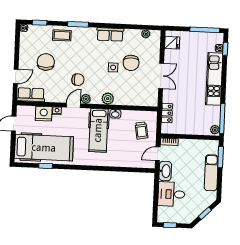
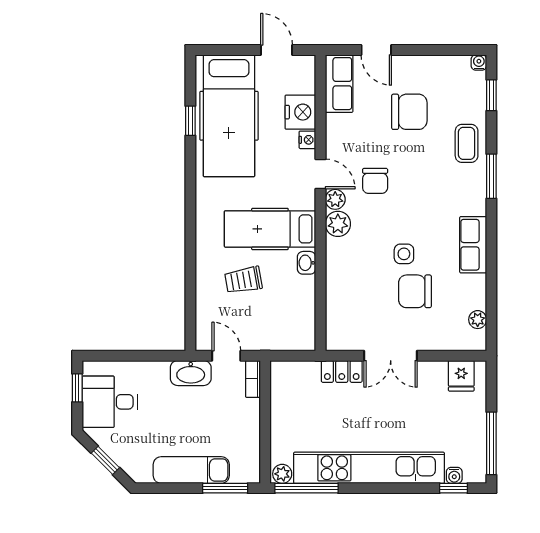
kitchen unit: (214, 79) -> (369, 468), width x1.36
plant: (108, 99) -> (338, 224), moved
locker: (167, 113) -> (342, 371), moved
trolley: (141, 131) -> (243, 280), moved
desk: (171, 194) -> (110, 402), moved, turned -90

